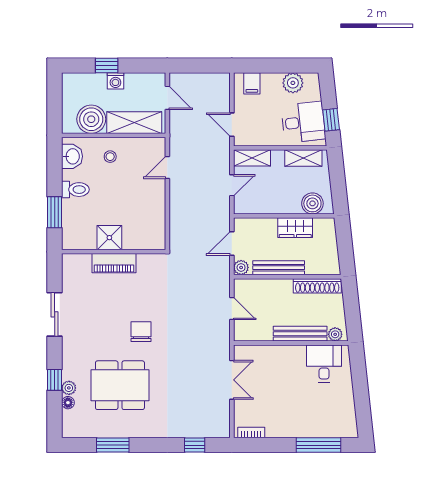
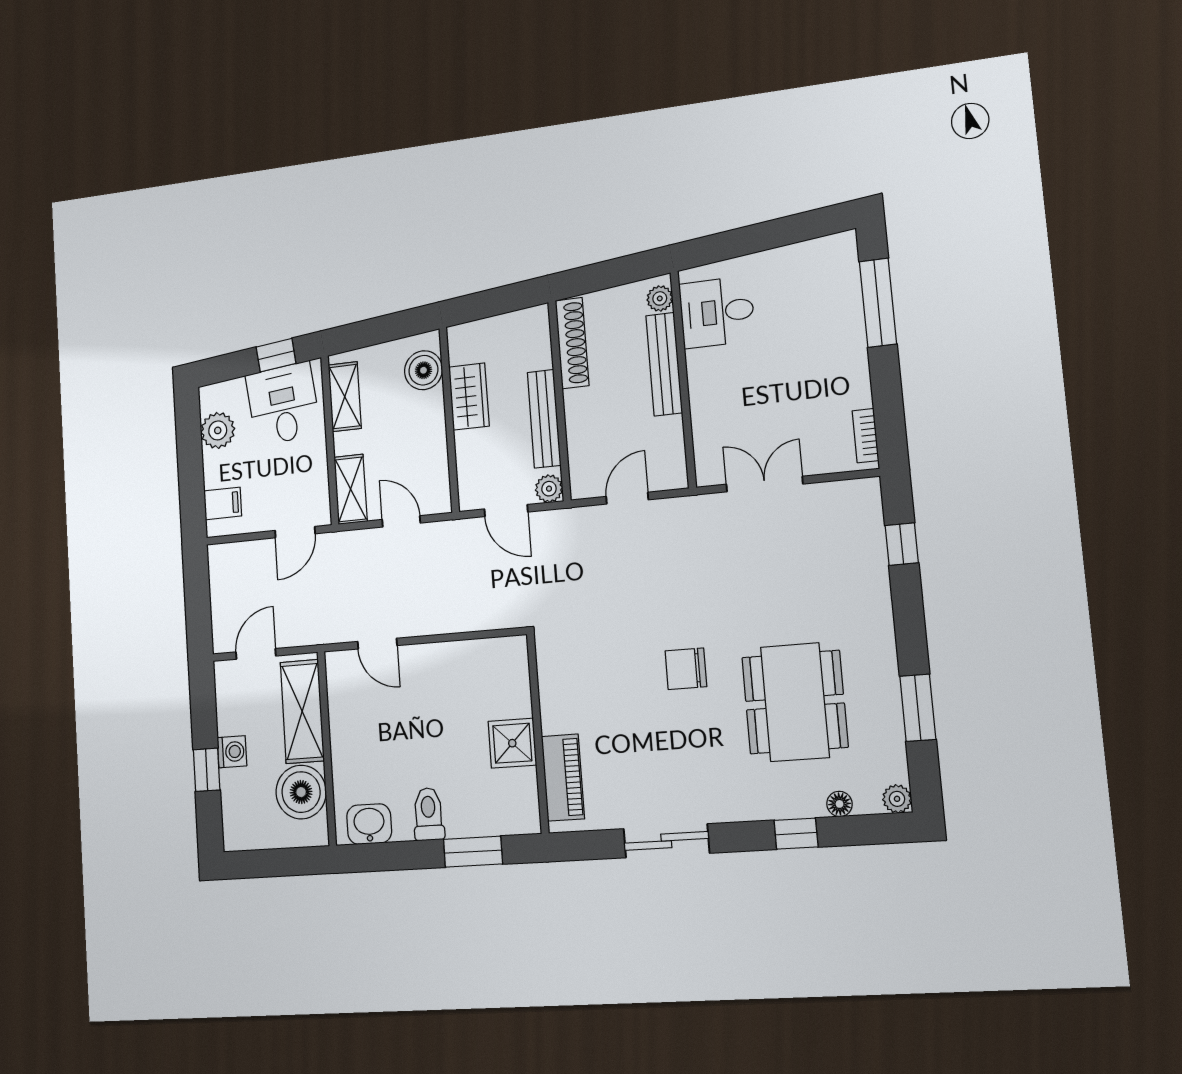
stool: (110, 157) -> (365, 752), removed
piano: (114, 263) -> (563, 778), moved
plant: (69, 388) -> (897, 799), moved

